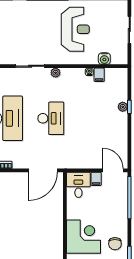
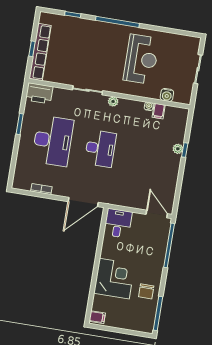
filing cabinet: (96, 179) -> (138, 220), removed

